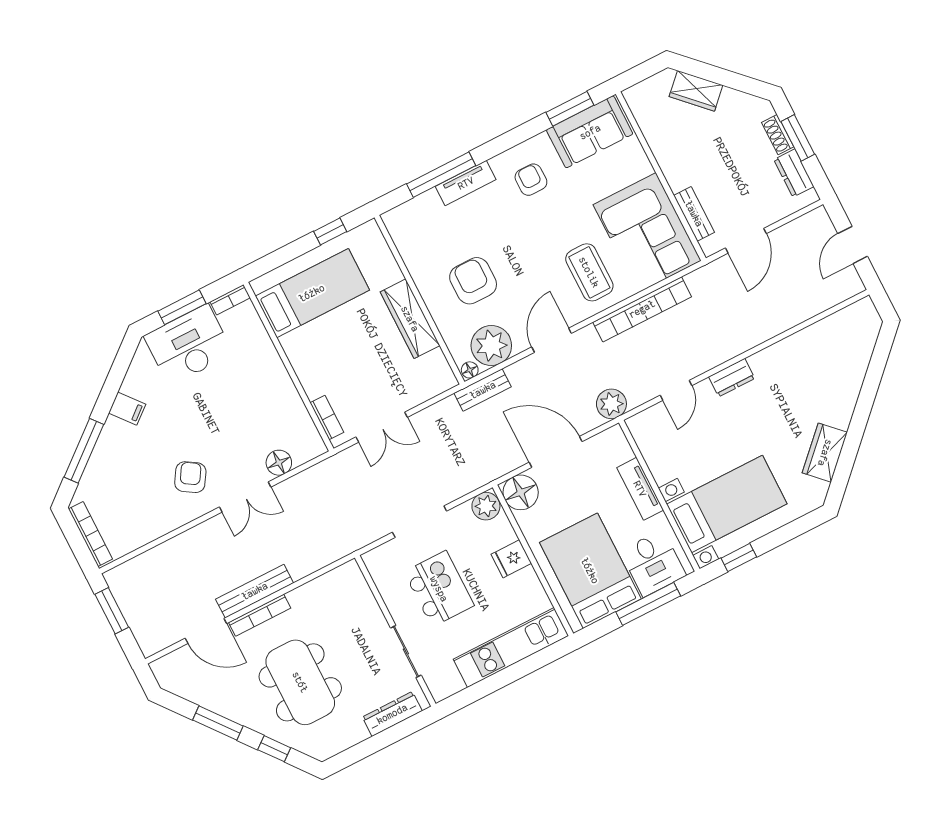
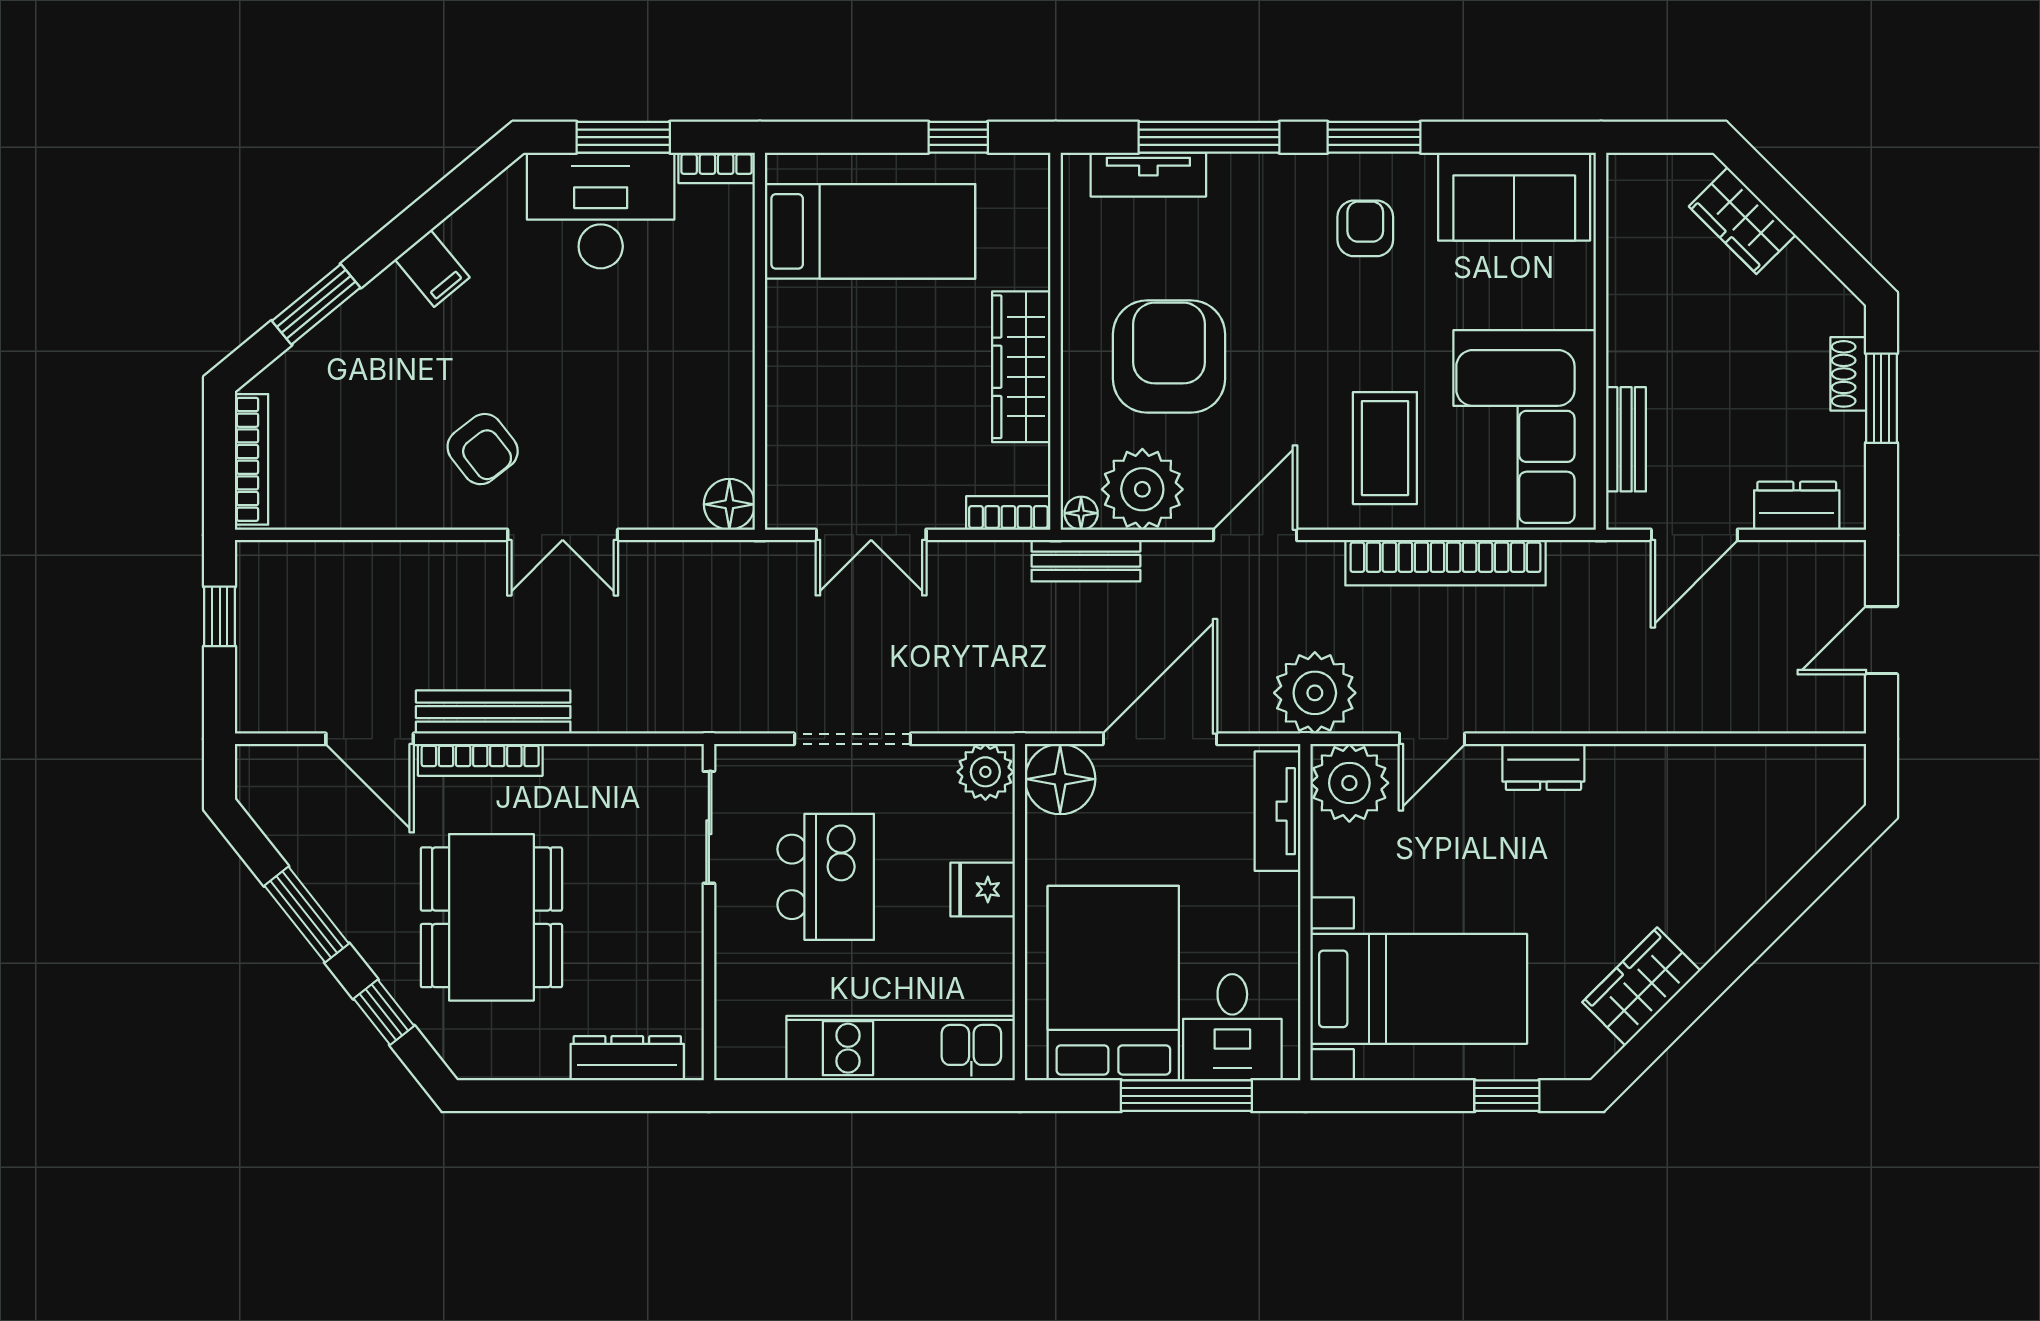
window: (570, 109) -> (1374, 137), moved
dresser: (794, 173) -> (1797, 506), moved, turned 90
tv unit: (466, 183) -> (1148, 175), moved
armchair: (473, 281) -> (1169, 357), width x1.36, depth x1.36
plant: (611, 404) -> (1315, 693), width x1.36, depth x1.36
bookcase: (327, 418) -> (1008, 513), moved, turned -90
plant: (649, 429) -> (1349, 783), added
window: (84, 451) -> (316, 304), width x0.69
door: (556, 452) -> (1160, 739), hinge flipped
floor lamp: (279, 463) -> (729, 504), moved
armchair: (190, 477) -> (483, 449), turned 110
tv unit: (640, 489) -> (1277, 811), moved
window: (739, 557) -> (1507, 1096), moved
window: (112, 611) -> (220, 616), width x0.67
sliding door: (406, 651) -> (709, 827), moved

